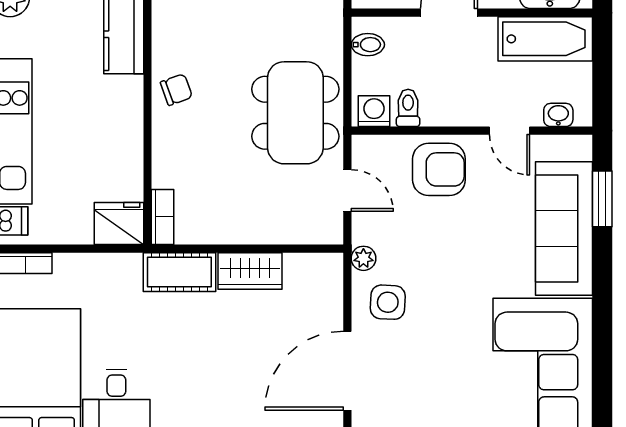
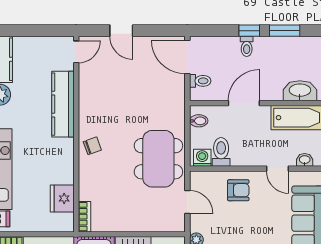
toilet: (408, 108) -> (221, 152), width x1.37, depth x1.39
armchair: (439, 169) -> (238, 190), width x0.72, depth x0.72
fridge: (119, 223) -> (62, 198), moved, turned -90

